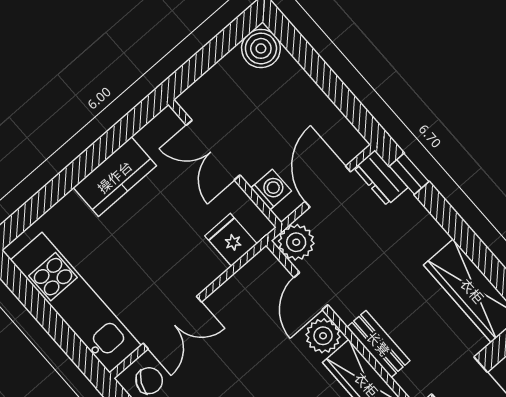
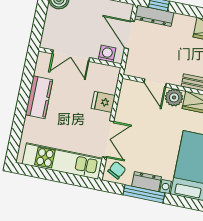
dresser: (381, 178) -> (154, 16), width x1.44
fridge: (231, 240) -> (103, 102), moved
plant: (296, 242) -> (134, 67), removed

